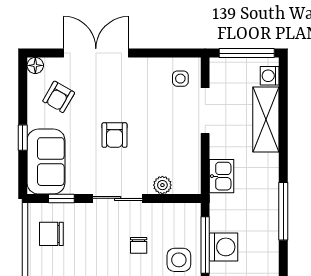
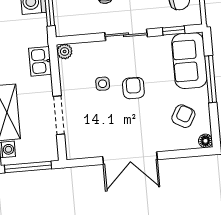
double door: (96, 53) -> (130, 158), moved
side table: (180, 79) -> (103, 84), moved
window: (23, 138) -> (211, 79), width x2.17
plant: (162, 185) -> (65, 52), moved

